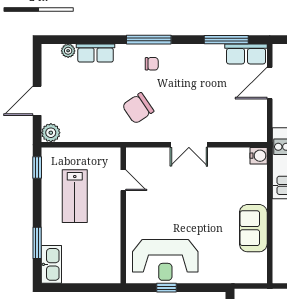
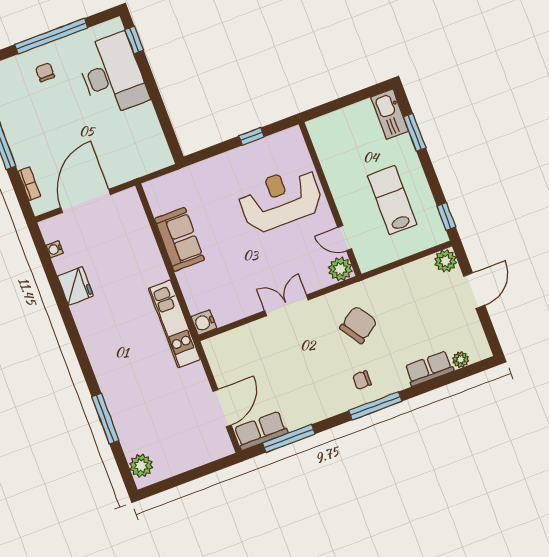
plant: (136, 157) -> (340, 269), added
reception desk: (165, 260) -> (280, 199), moved

